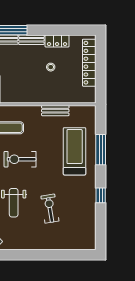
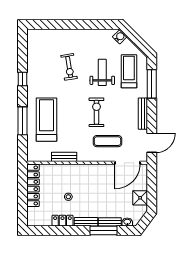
locker: (89, 63) -> (33, 185), moved
treadmill: (75, 151) -> (46, 120), turned 180
exercise bike: (20, 159) -> (96, 112), turned -90

